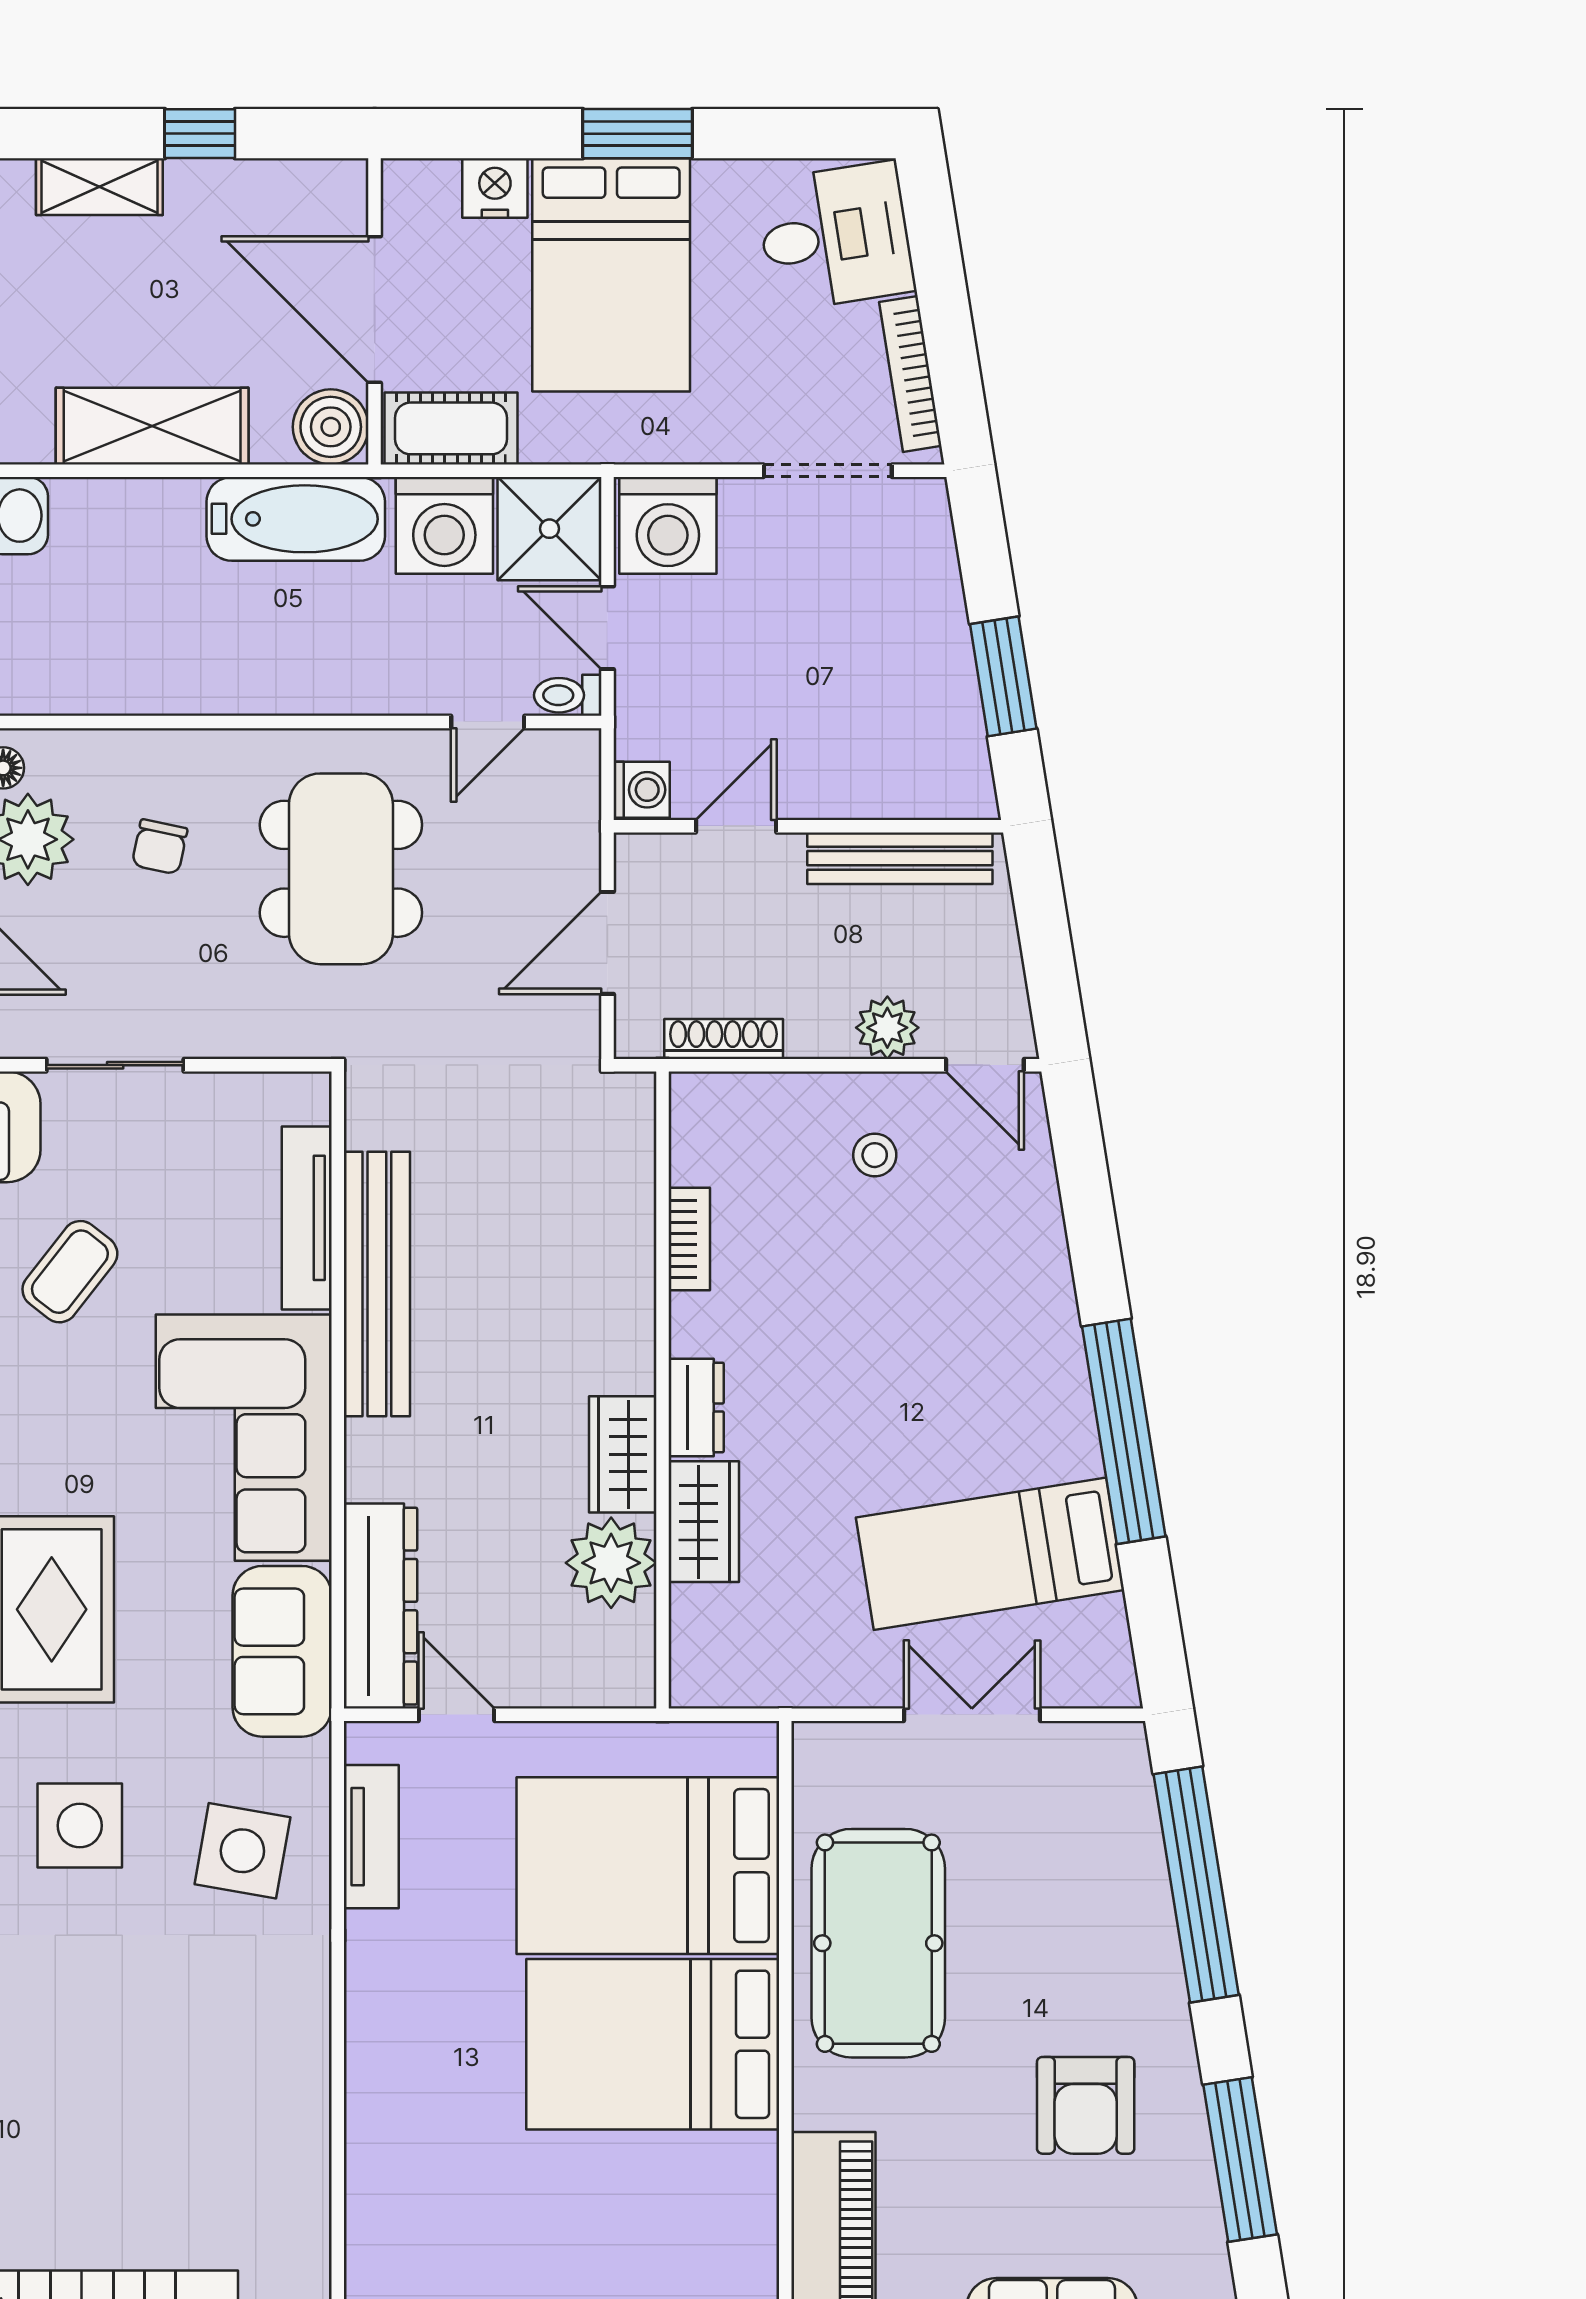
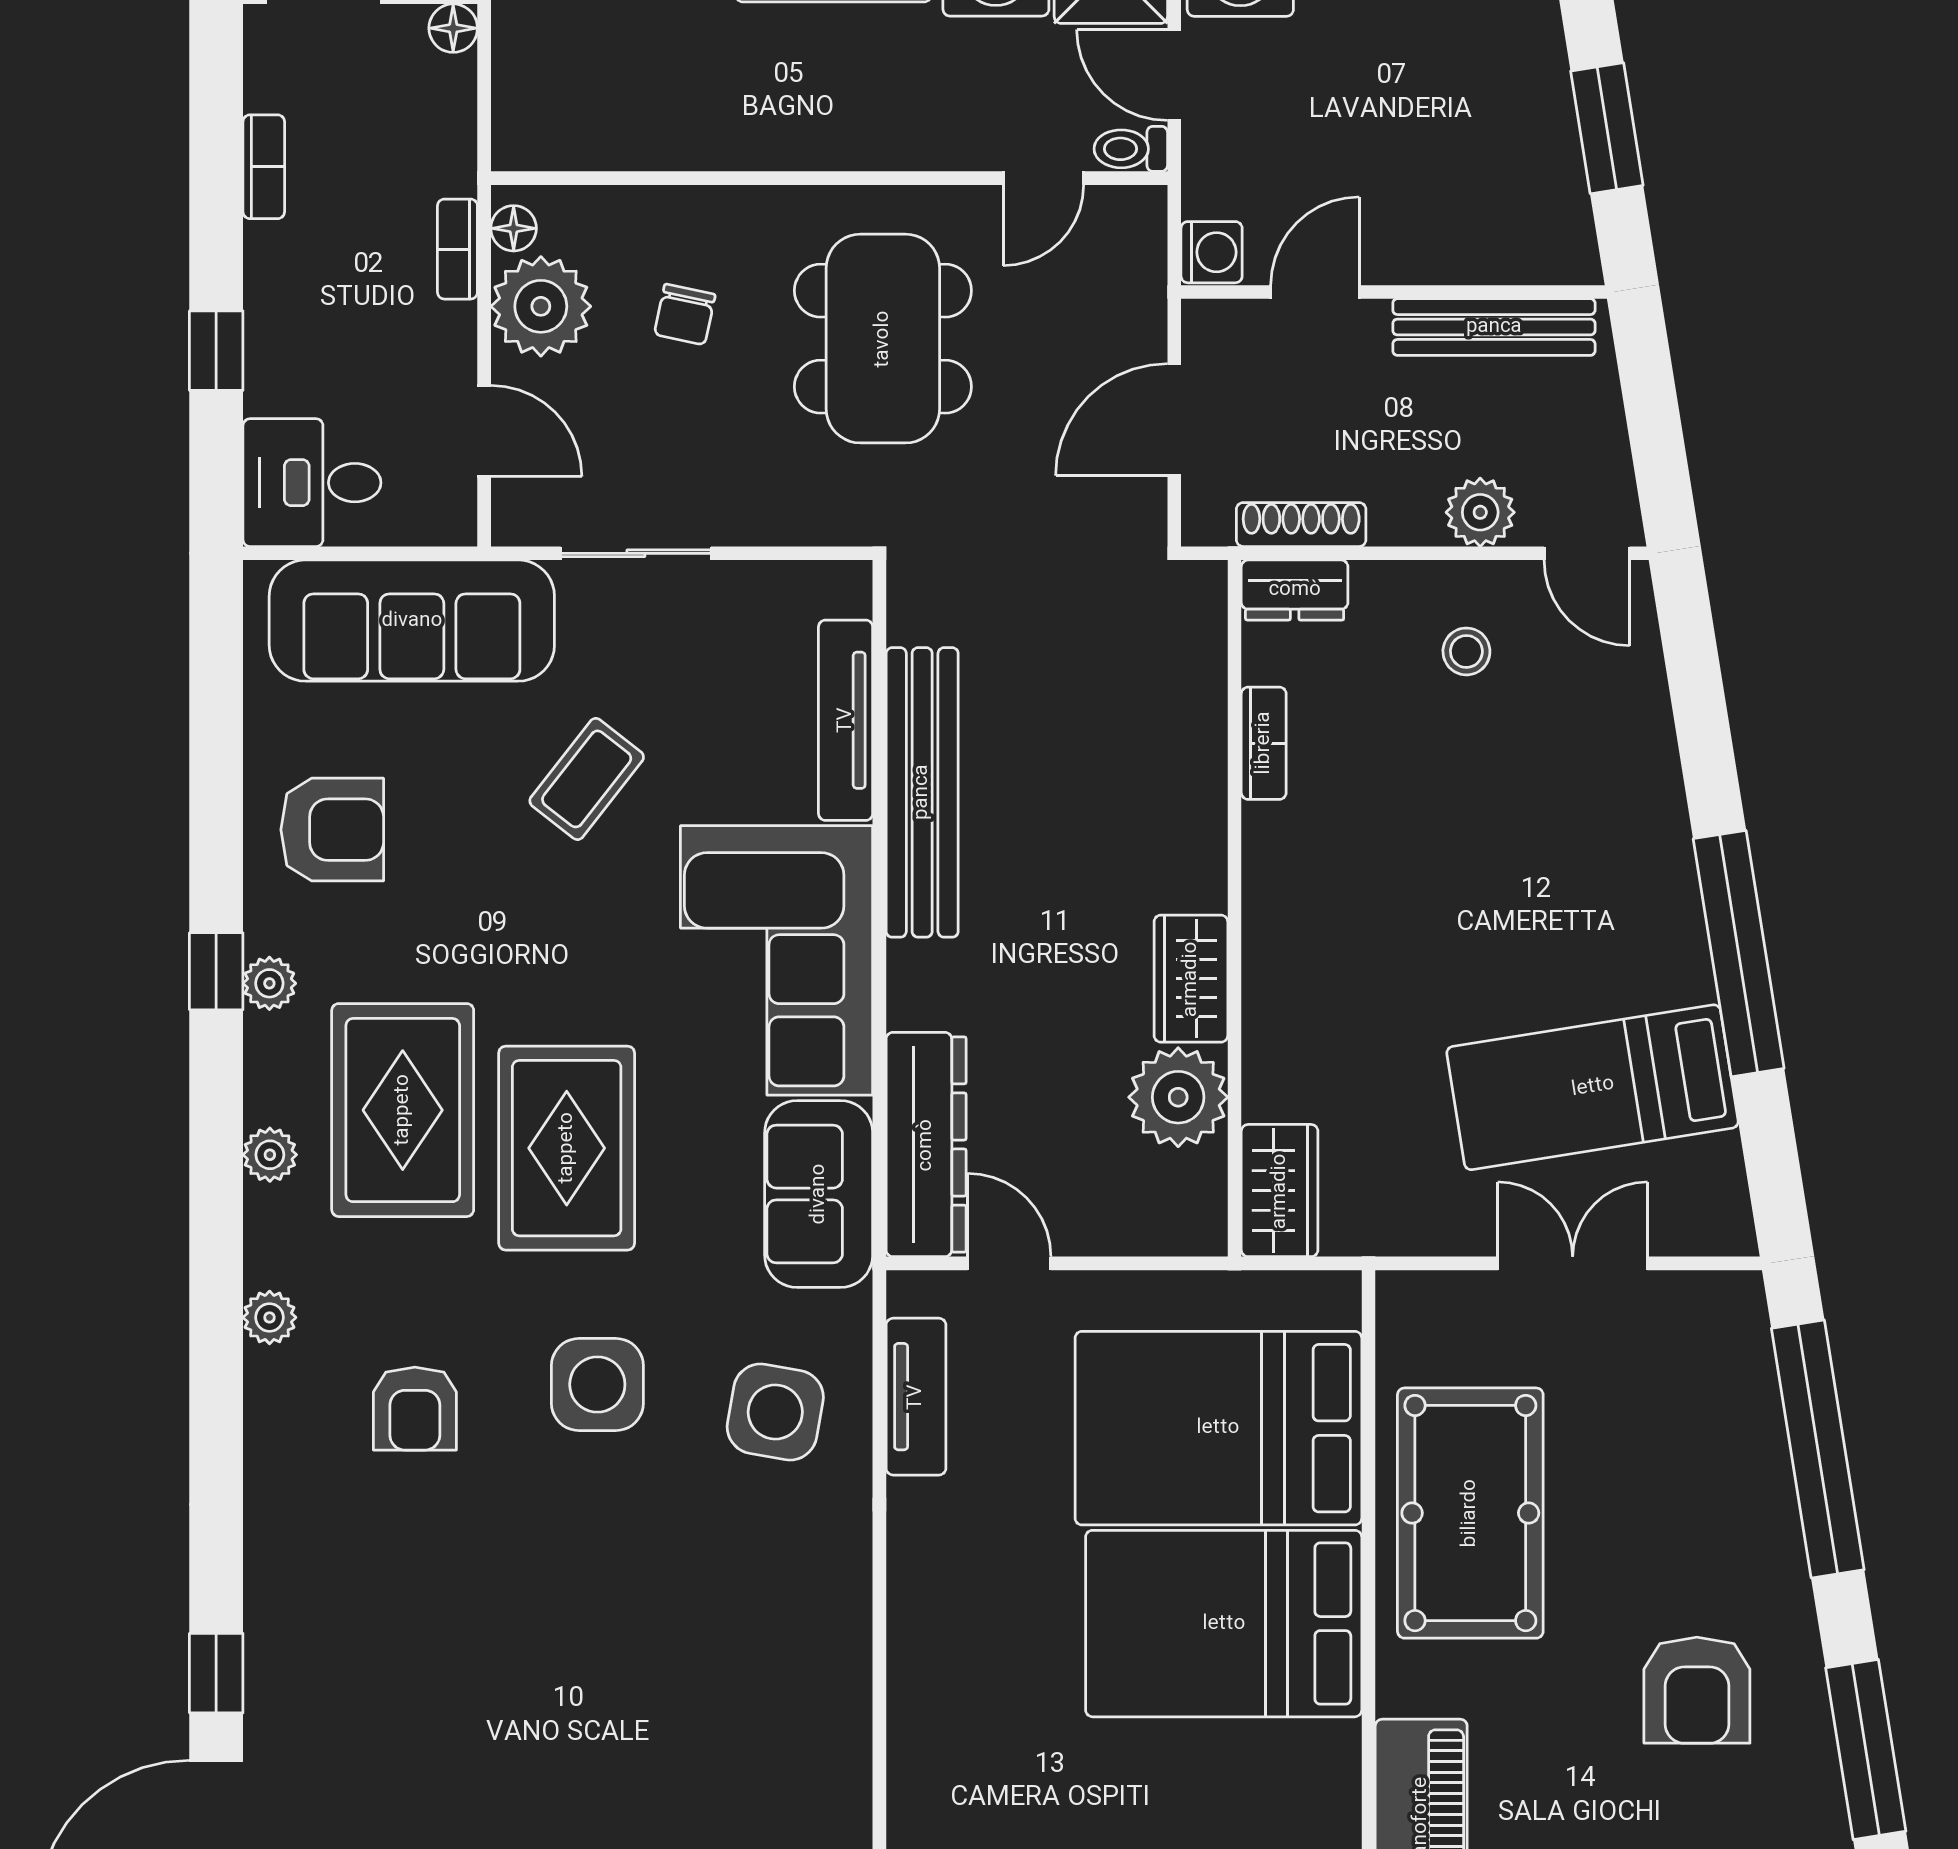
dresser: (696, 1407) -> (1295, 590), moved, turned 90
wardrobe: (704, 1522) -> (1280, 1191), moved

